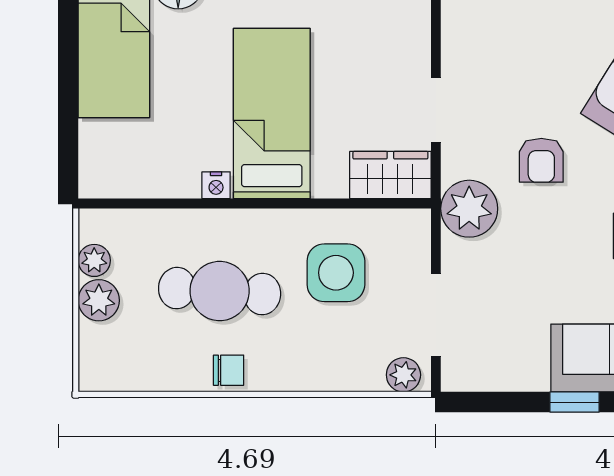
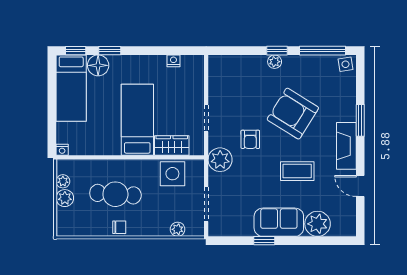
wardrobe: (390, 175) -> (172, 146), moved
nightstand: (216, 185) -> (62, 150), moved
side table: (336, 273) -> (172, 174), moved
plant: (403, 375) -> (178, 229), moved

